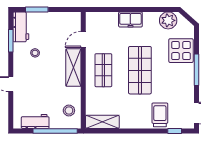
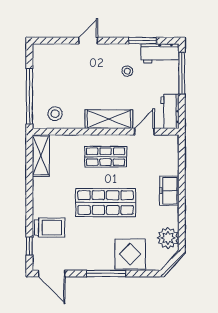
window: (37, 9) -> (182, 73), width x1.44
door: (83, 39) -> (144, 132), hinge flipped
workbench: (35, 121) -> (170, 111), moved, turned 180

